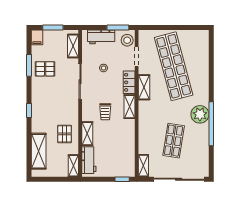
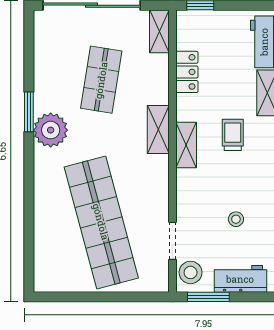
locker: (129, 82) -> (187, 72), moved
shelving: (144, 87) -> (158, 130), moved
window: (211, 124) -> (29, 112), width x0.47

